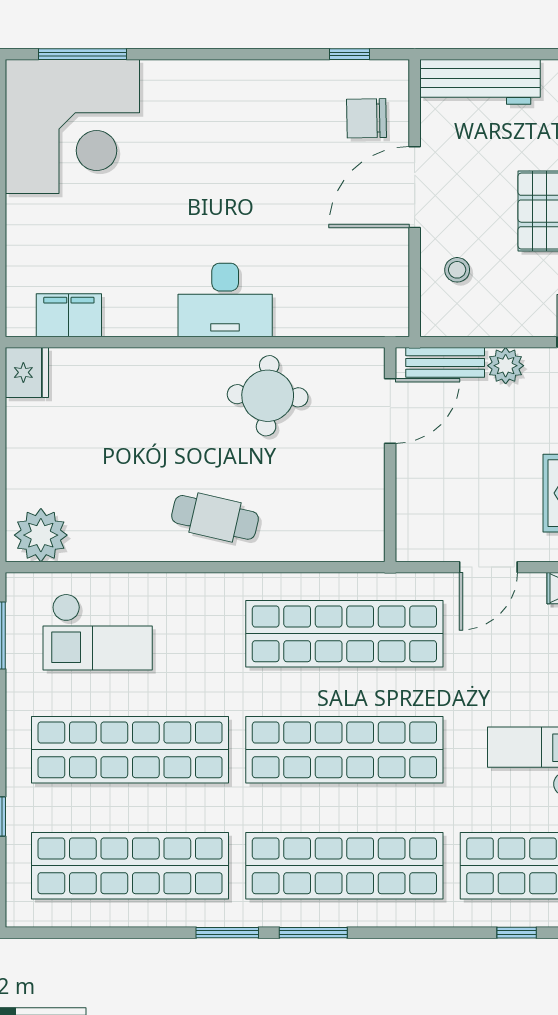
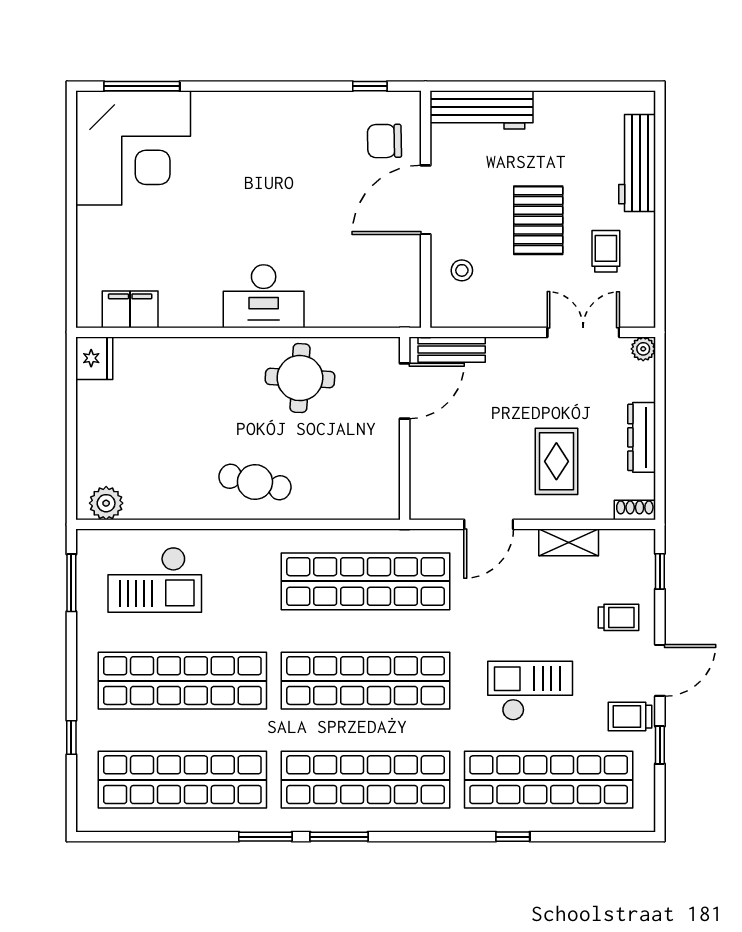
plant: (506, 366) -> (503, 352), removed
plant: (41, 535) -> (106, 503), width x0.73, depth x0.73

